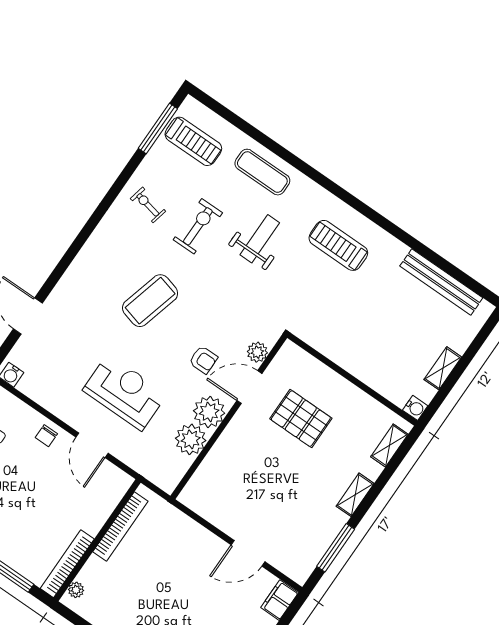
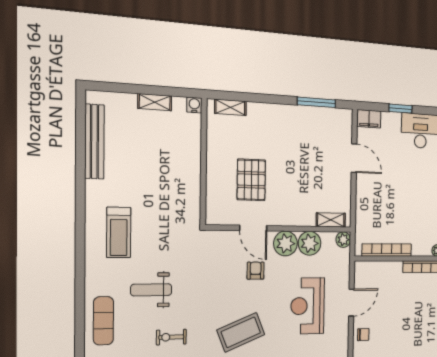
exercise bike: (198, 226) -> (171, 337), width x0.73, depth x0.72
coffee table: (150, 301) -> (241, 332), turned -37
plant: (257, 352) -> (343, 240), moved
shelving: (355, 495) -> (331, 220), moved

